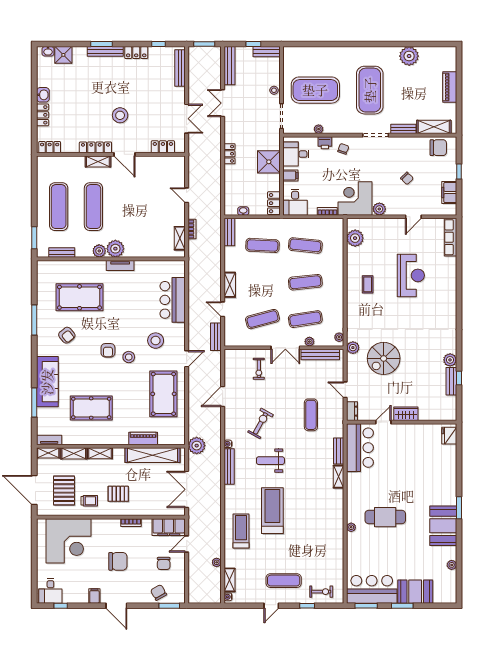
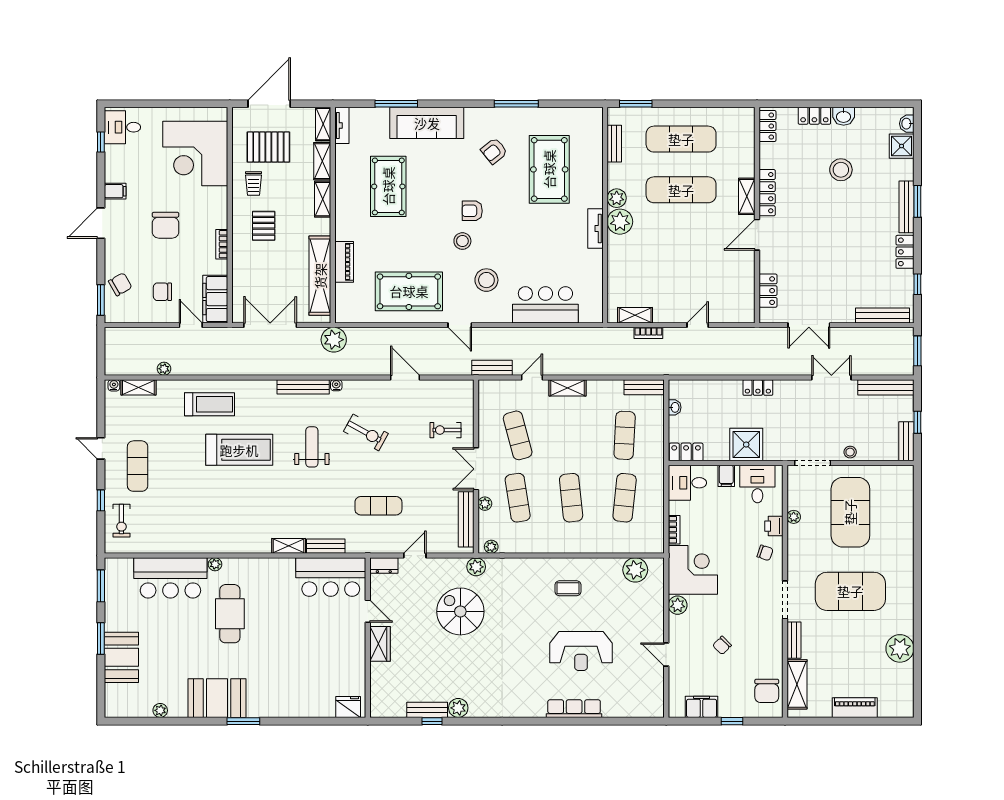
stool: (120, 115) -> (841, 170), moved
row of seats: (450, 237) -> (574, 709), moved
bar counter: (372, 589) -> (170, 578), moved, turned 90

